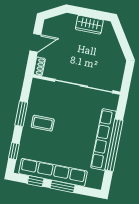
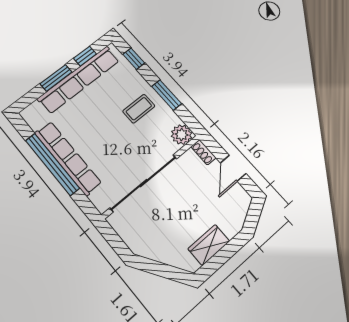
plant: (39, 87) -> (182, 135), added

